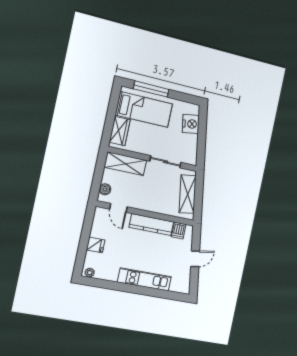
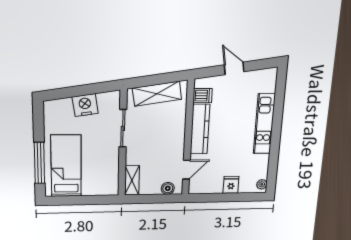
nightstand: (191, 124) -> (85, 105), moved
wardrobe: (120, 131) -> (98, 187), removed
shelving: (125, 164) -> (132, 180), width x0.67, depth x0.75

